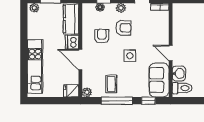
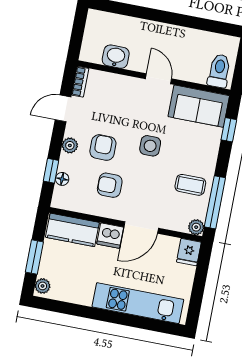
door: (171, 53) -> (159, 79), swing flipped
washbasin: (179, 74) -> (116, 57), moved
window: (117, 101) -> (215, 202), moved

